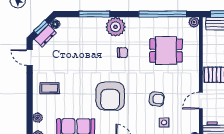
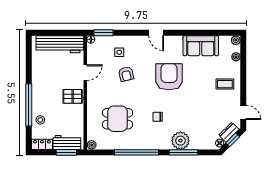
window: (163, 14) -> (137, 152), moved
plant: (116, 27) -> (180, 141), moved
armchair: (157, 99) -> (126, 74), turned -111

